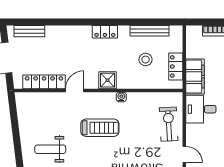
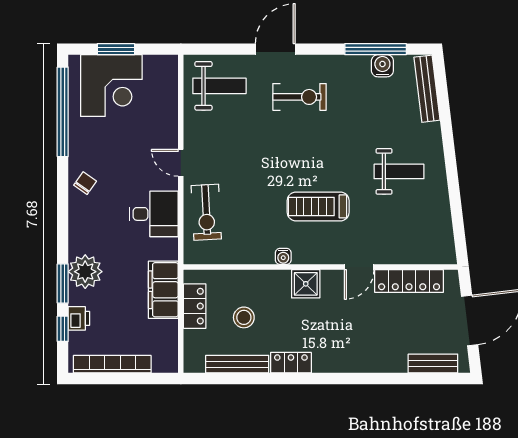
locker: (105, 32) -> (291, 363), moved
desk: (201, 109) -> (154, 214), moved

